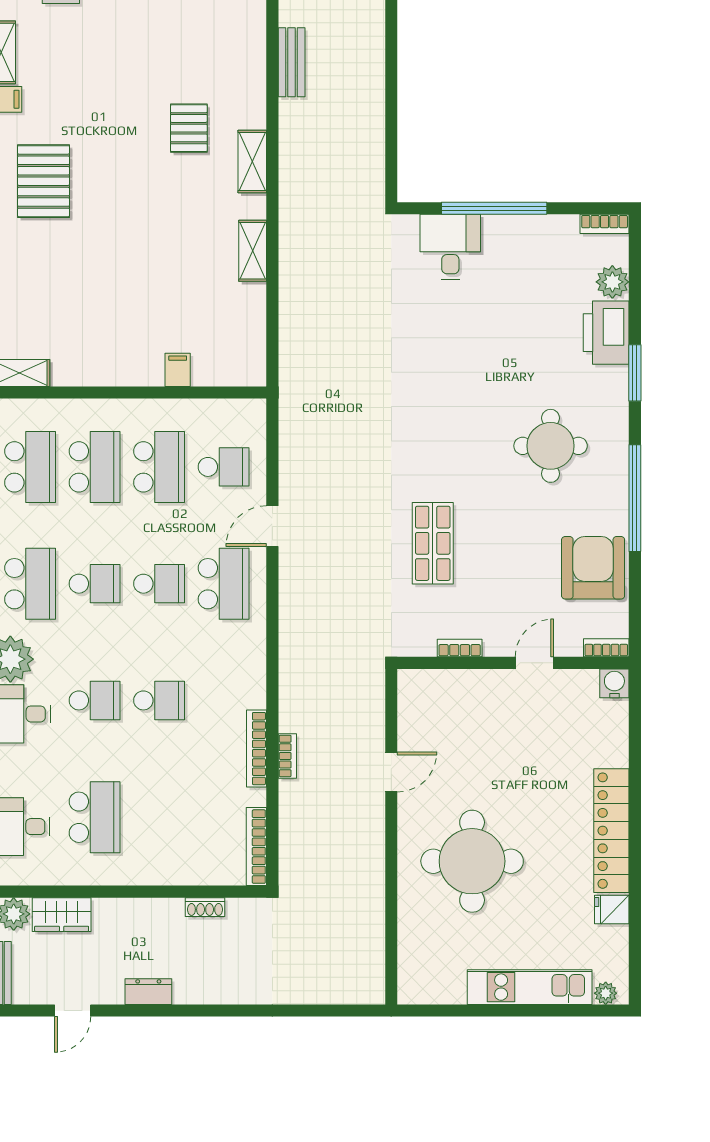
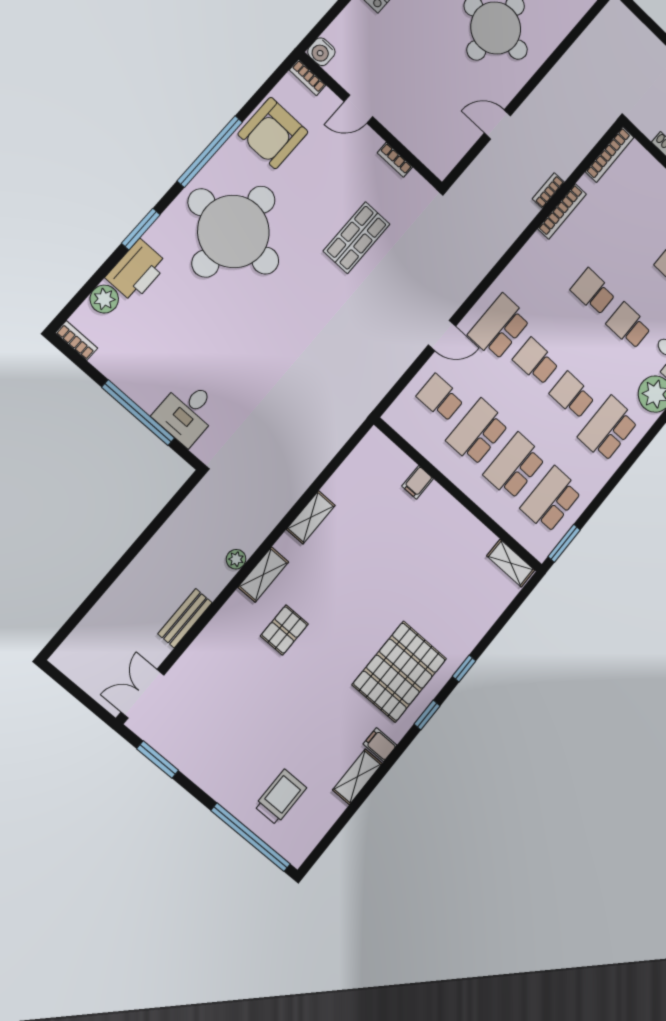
plant: (290, 154) -> (236, 559), added
pallet: (43, 181) -> (399, 672), width x1.37, depth x1.41
round table: (551, 446) -> (234, 232), width x1.86, depth x1.86

